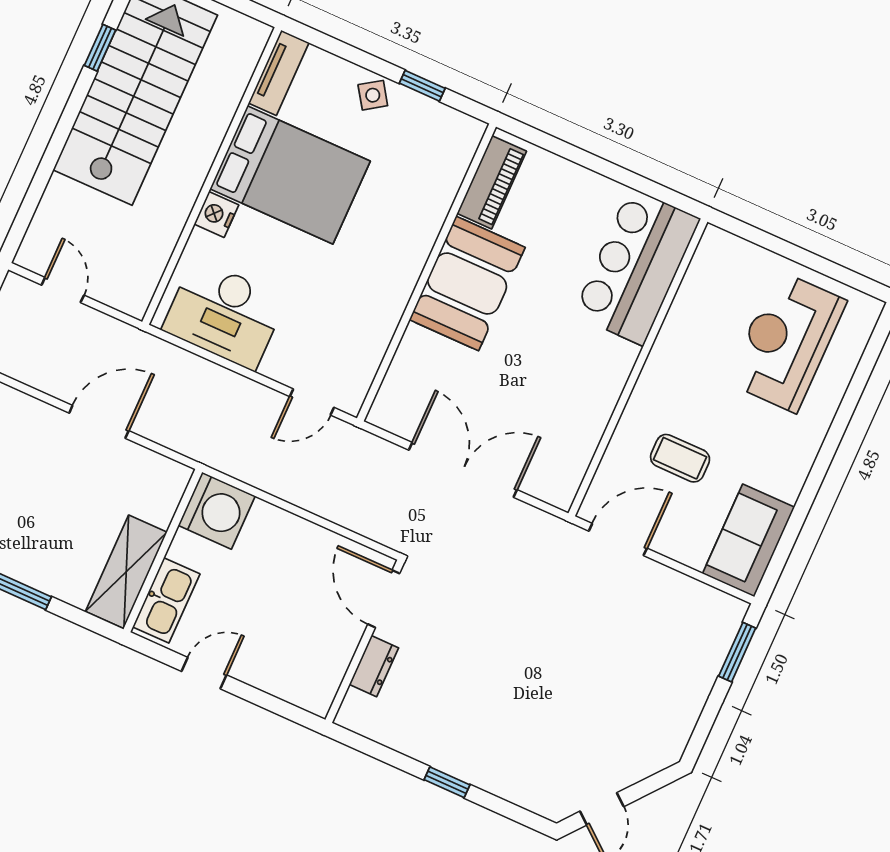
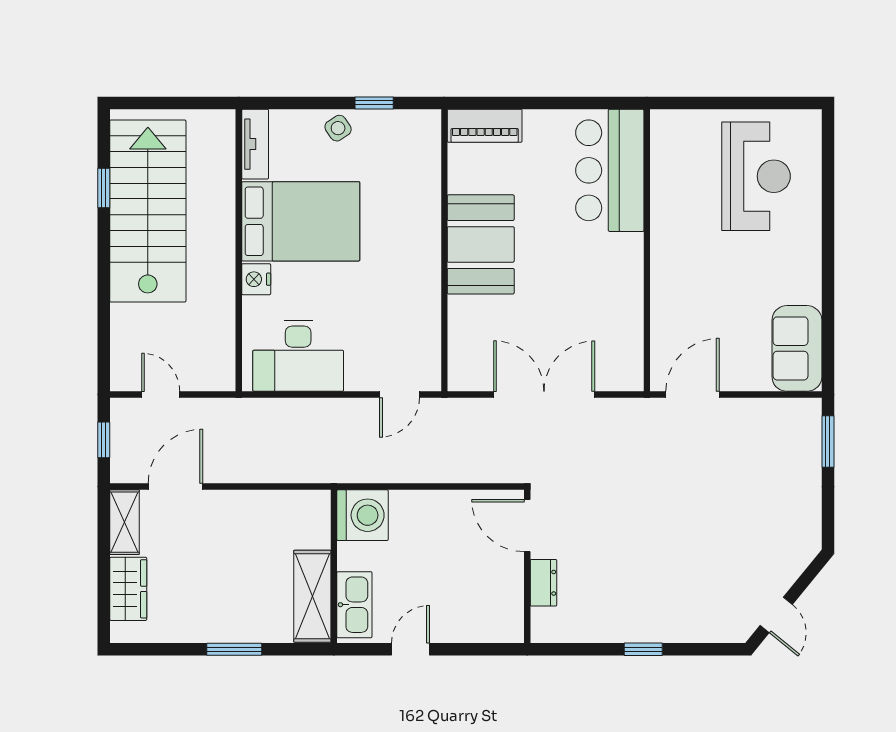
piano: (492, 182) -> (485, 126), moved, turned 90
reception desk: (787, 341) -> (756, 176), turned 180
door: (99, 422) -> (175, 487), moved
coffee table: (680, 458) -> (713, 307), removed

